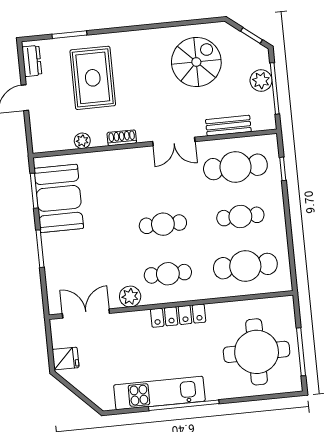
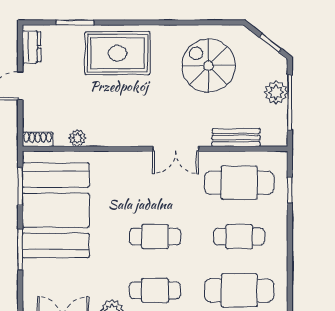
spiral stairs: (196, 62) -> (208, 66), turned -90
rug: (93, 78) -> (117, 53), moved, turned 90
shoe rack: (122, 138) -> (38, 139), moved
booth: (59, 198) -> (56, 210), width x1.36, depth x1.42

